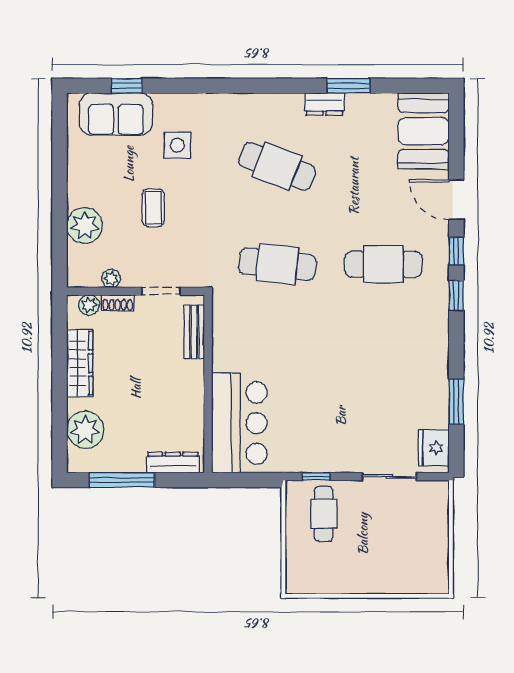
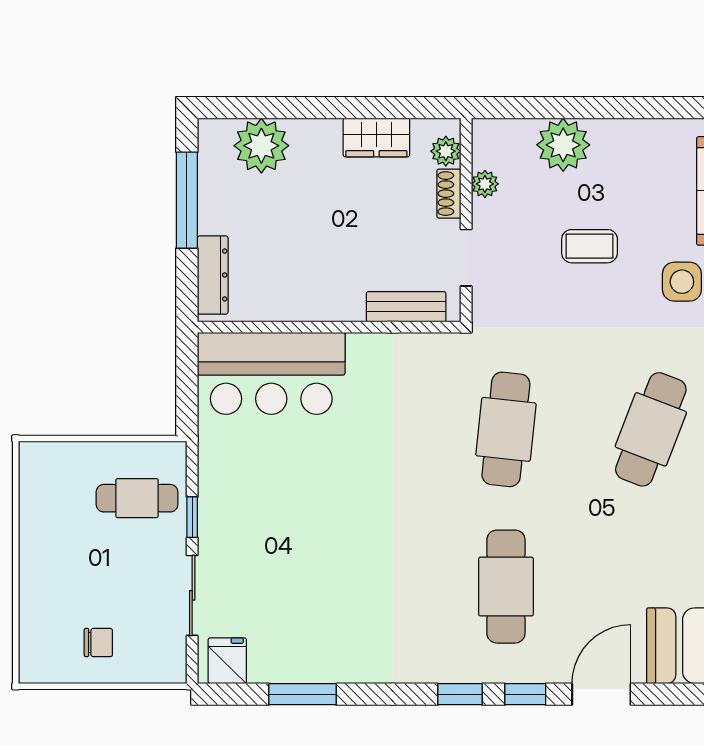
wardrobe: (80, 363) -> (376, 138), width x0.67
fridge: (434, 448) -> (227, 661), width x0.72
window: (316, 477) -> (192, 517), moved
chair: (421, 540) -> (98, 643), added

